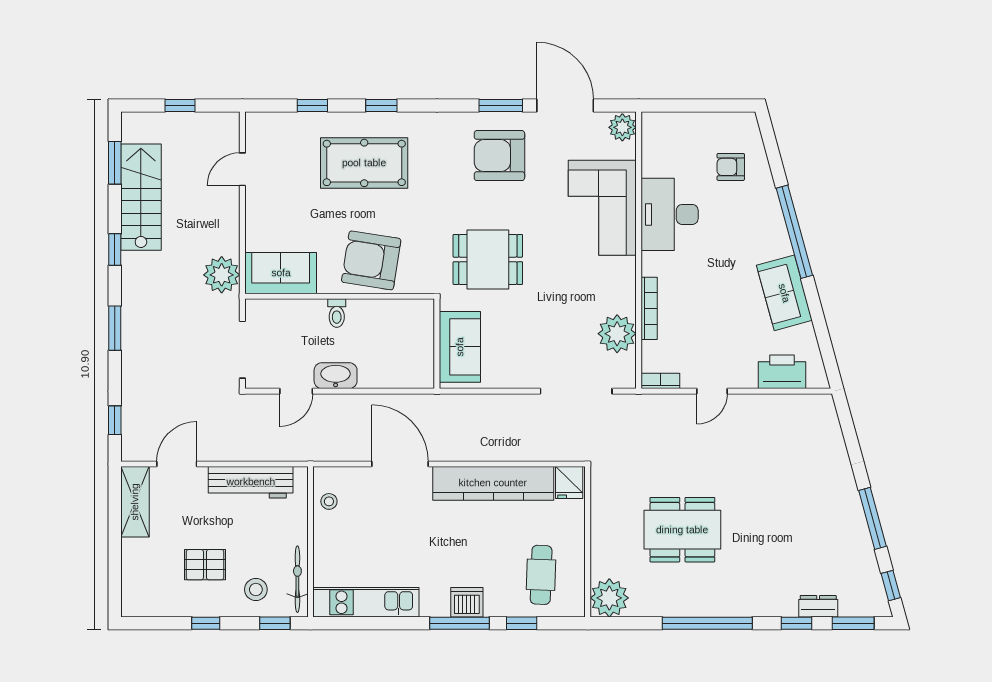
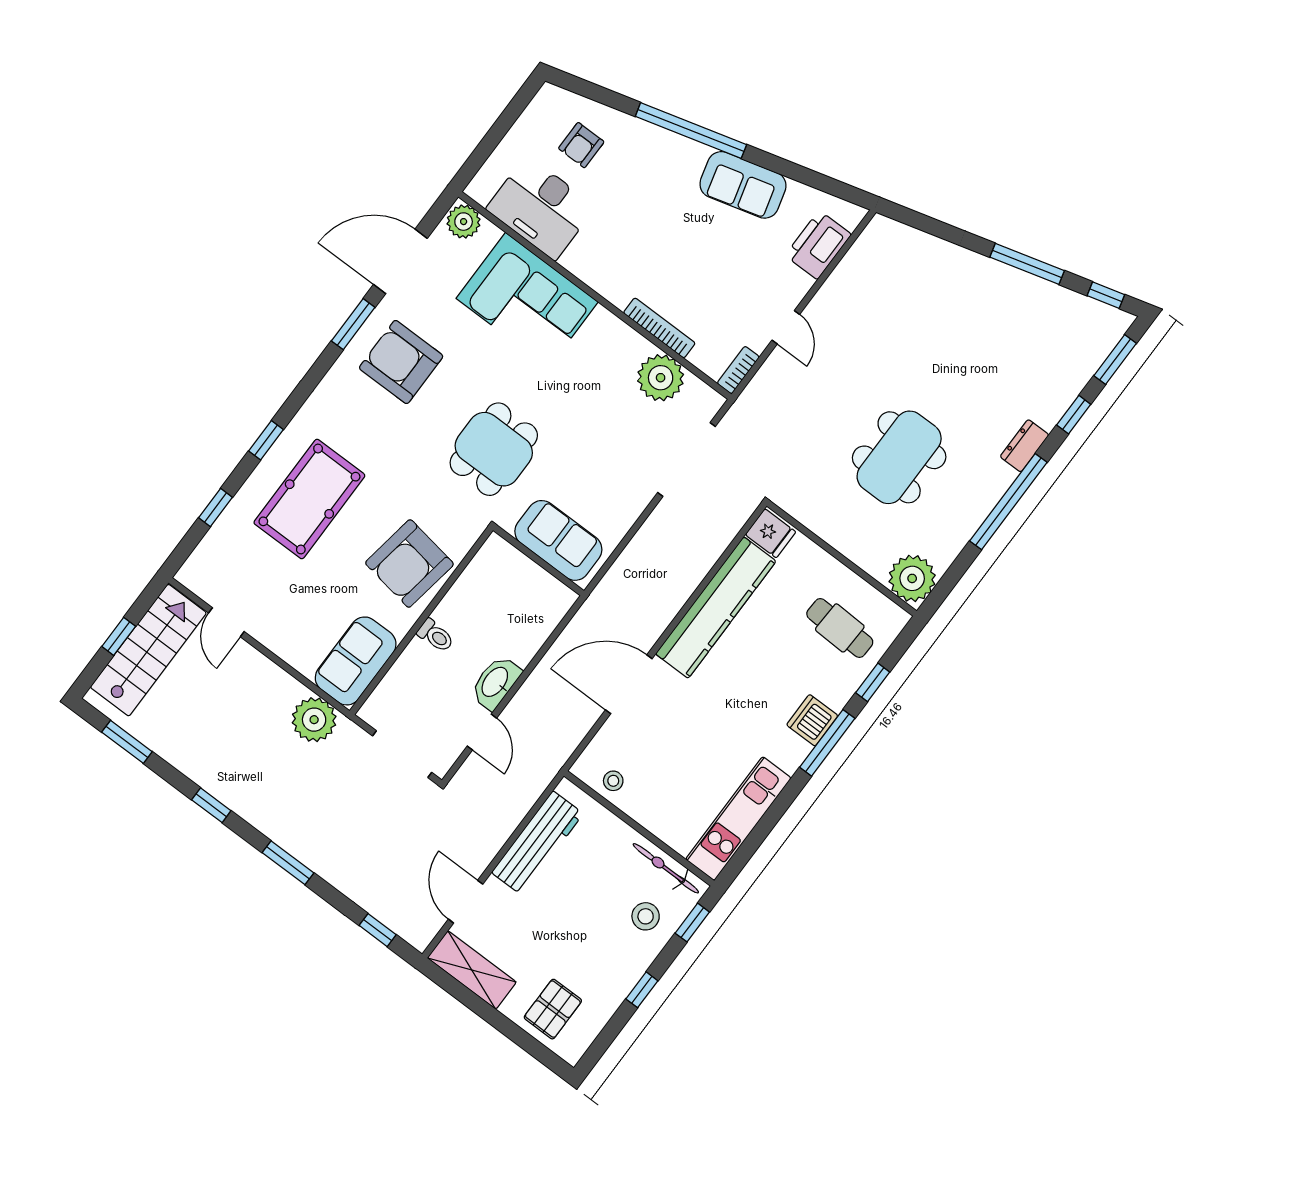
armchair: (499, 156) -> (401, 362), turned 90
stairs: (141, 197) -> (148, 650), moved, turned 90
desk: (670, 214) -> (541, 208), moved
pallet: (205, 565) -> (553, 1009), moved
dresser: (818, 606) -> (1024, 446), moved

